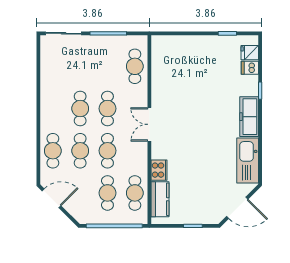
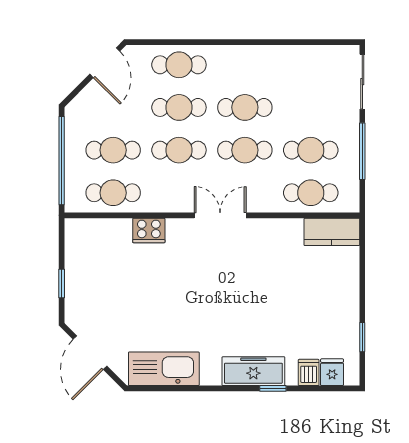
cafe table: (107, 66) -> (311, 150), added
freezer: (249, 117) -> (253, 371), moved
kitchen counter: (160, 199) -> (332, 232), moved

